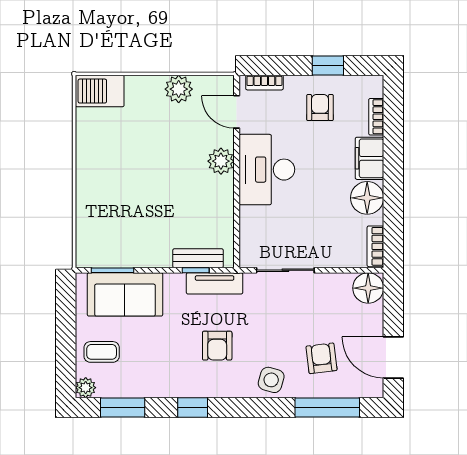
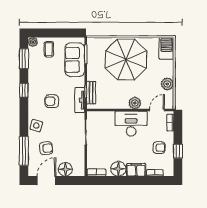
parasol: (125, 181) -> (126, 60), added
floor lamp: (368, 288) -> (65, 169), moved

